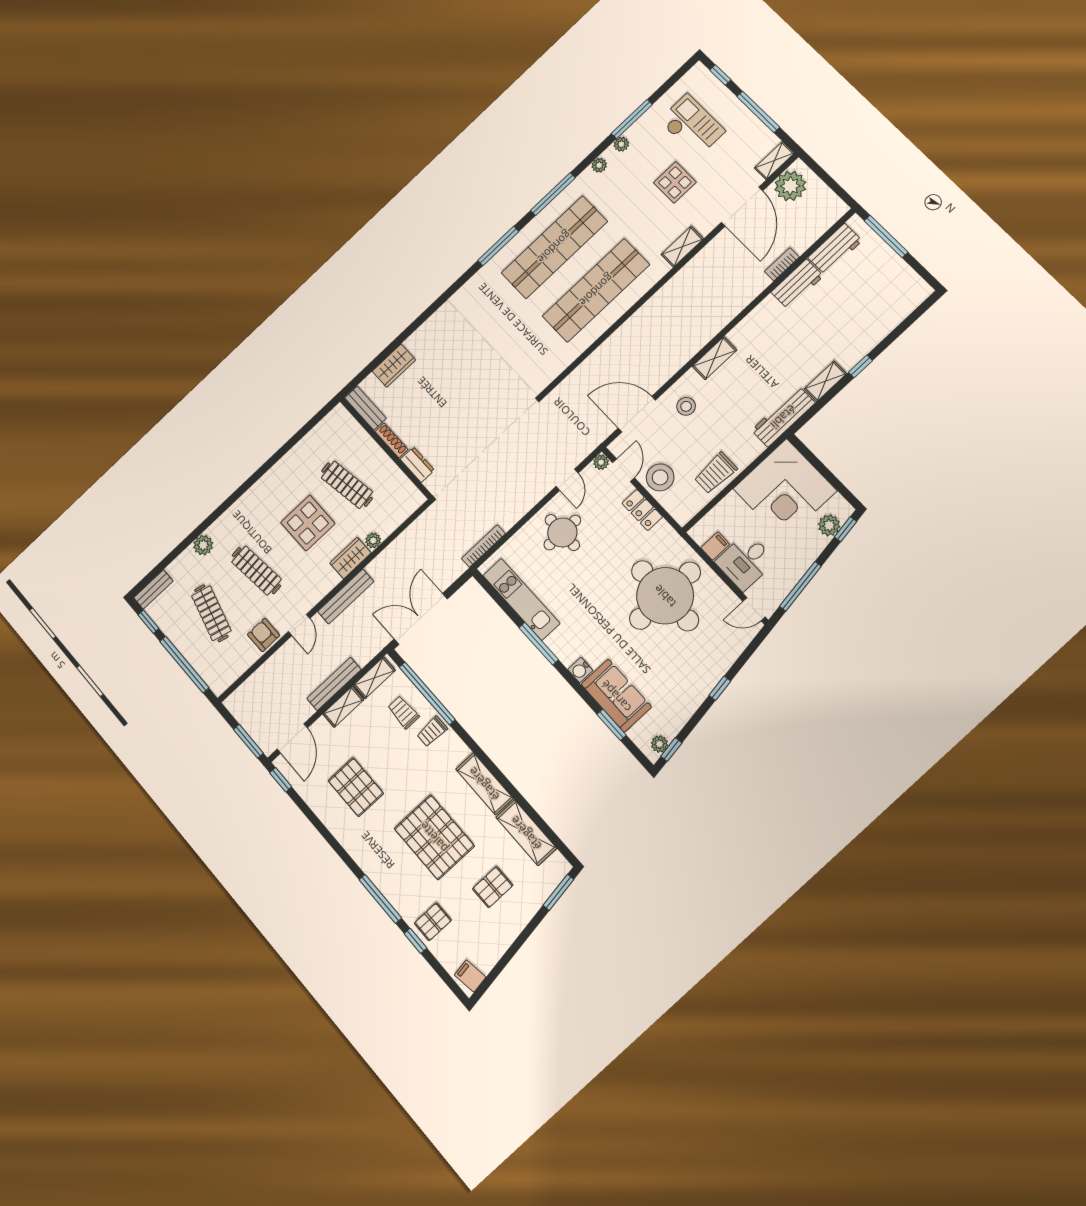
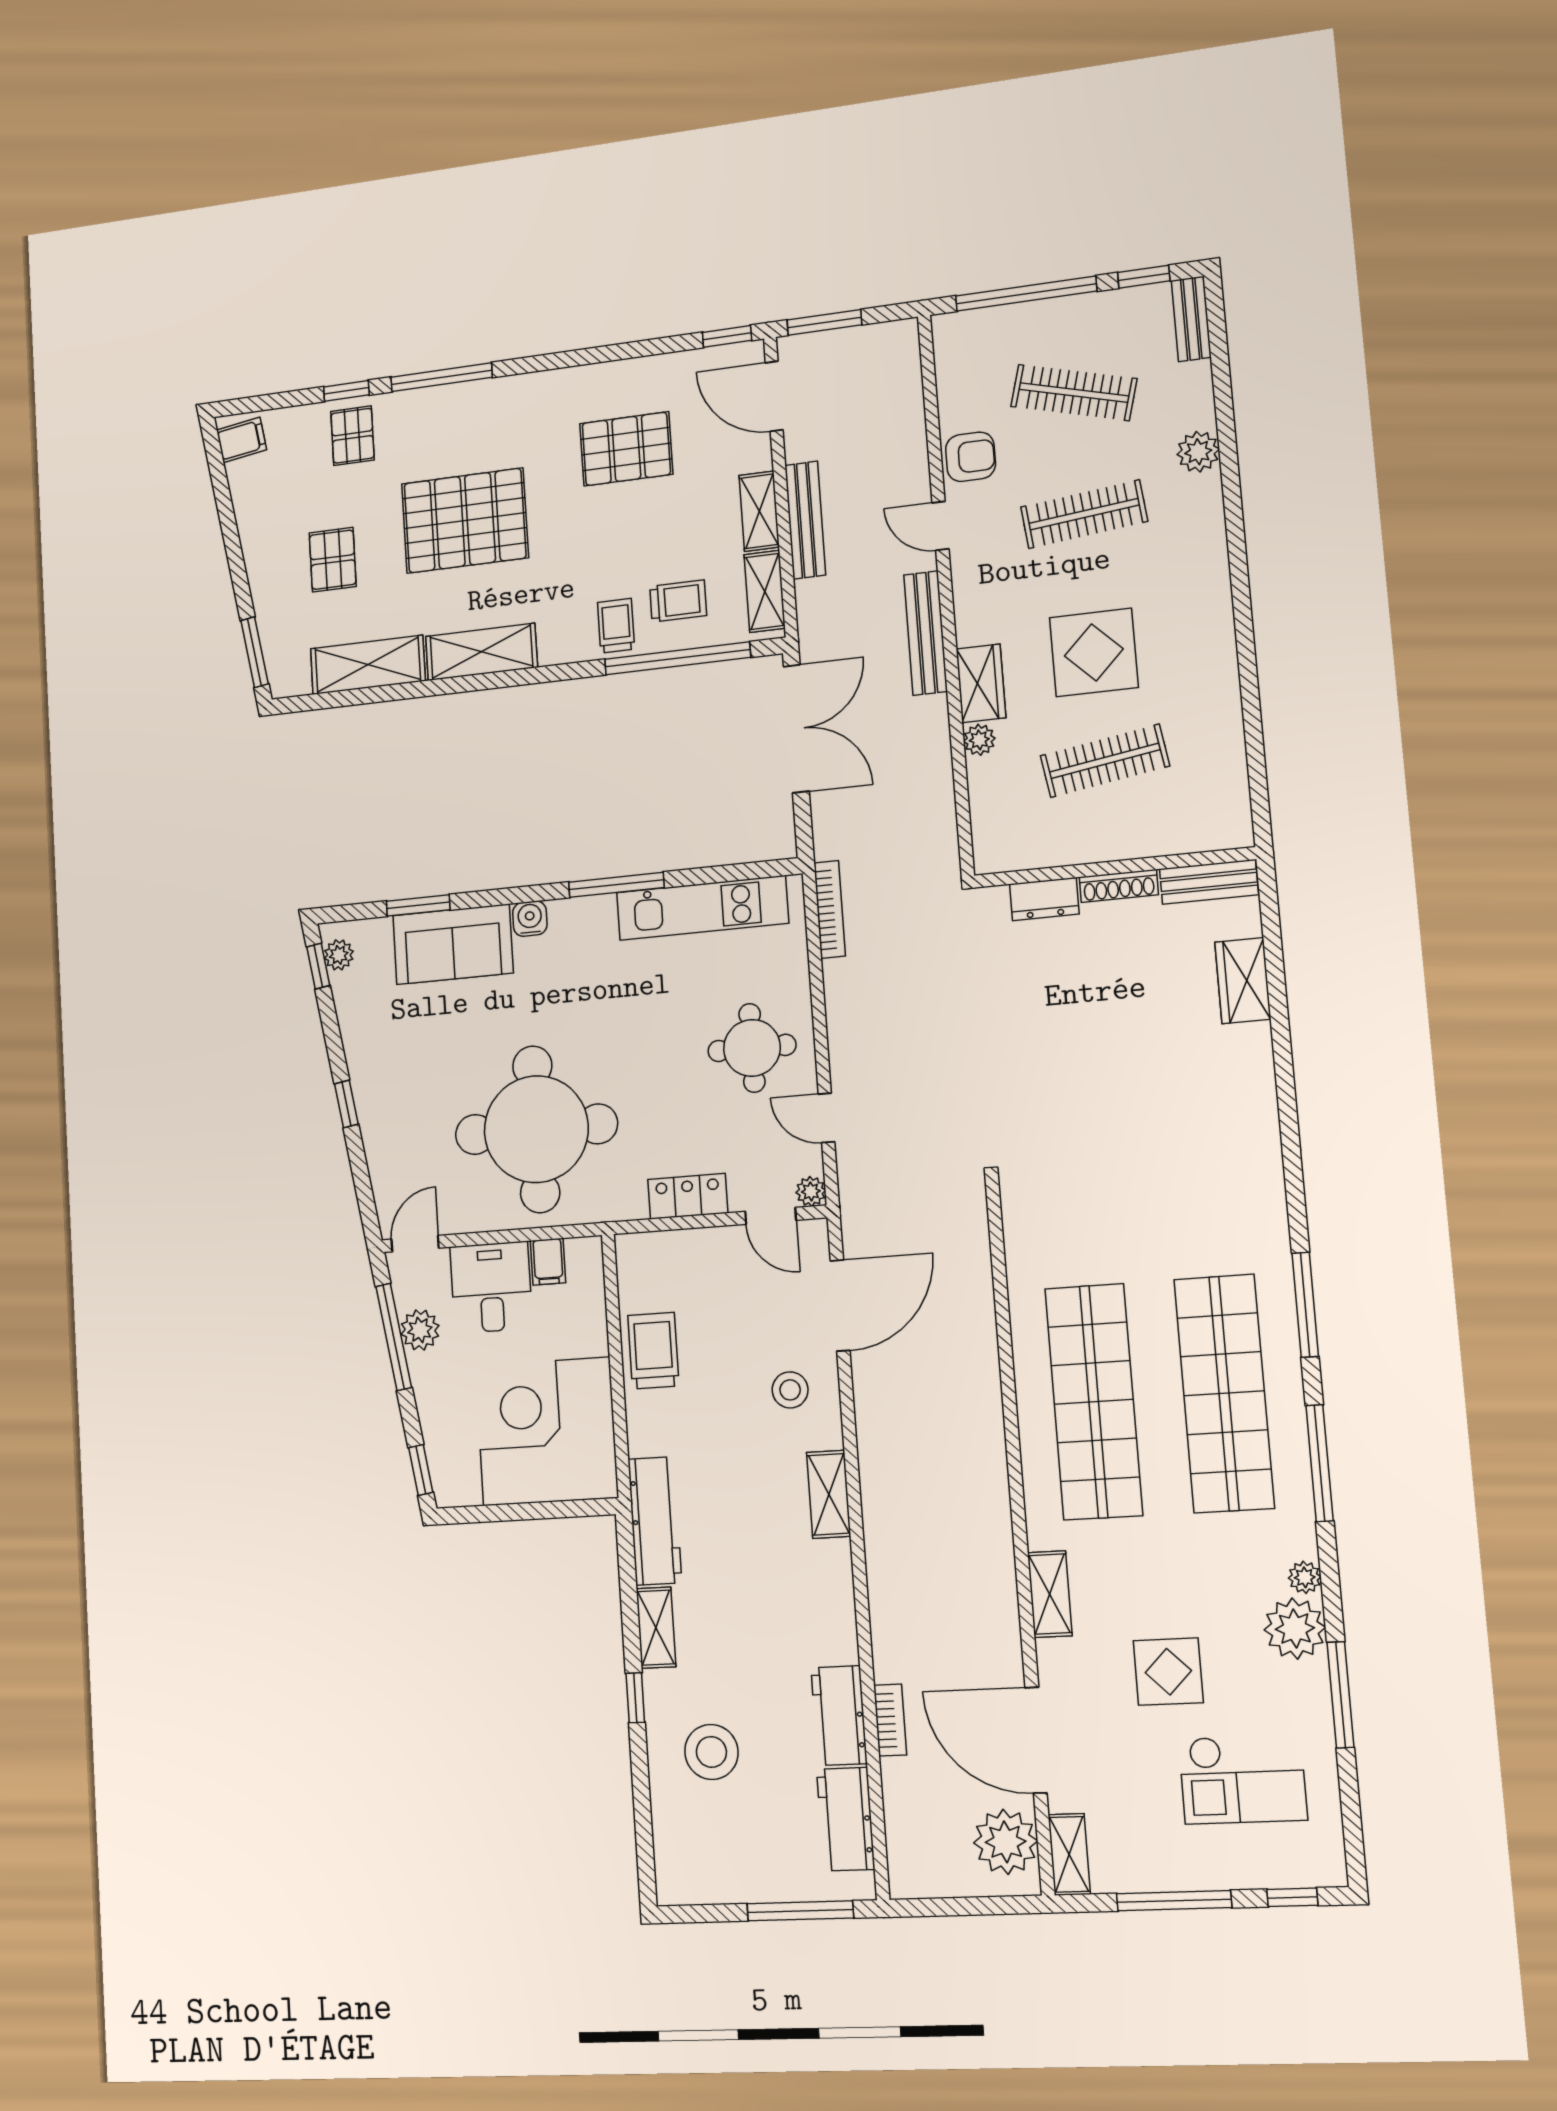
plant: (621, 144) -> (1295, 1629), width x1.87, depth x1.87
stool: (660, 477) -> (711, 1752), moved
plant: (829, 525) -> (420, 1330), moved

